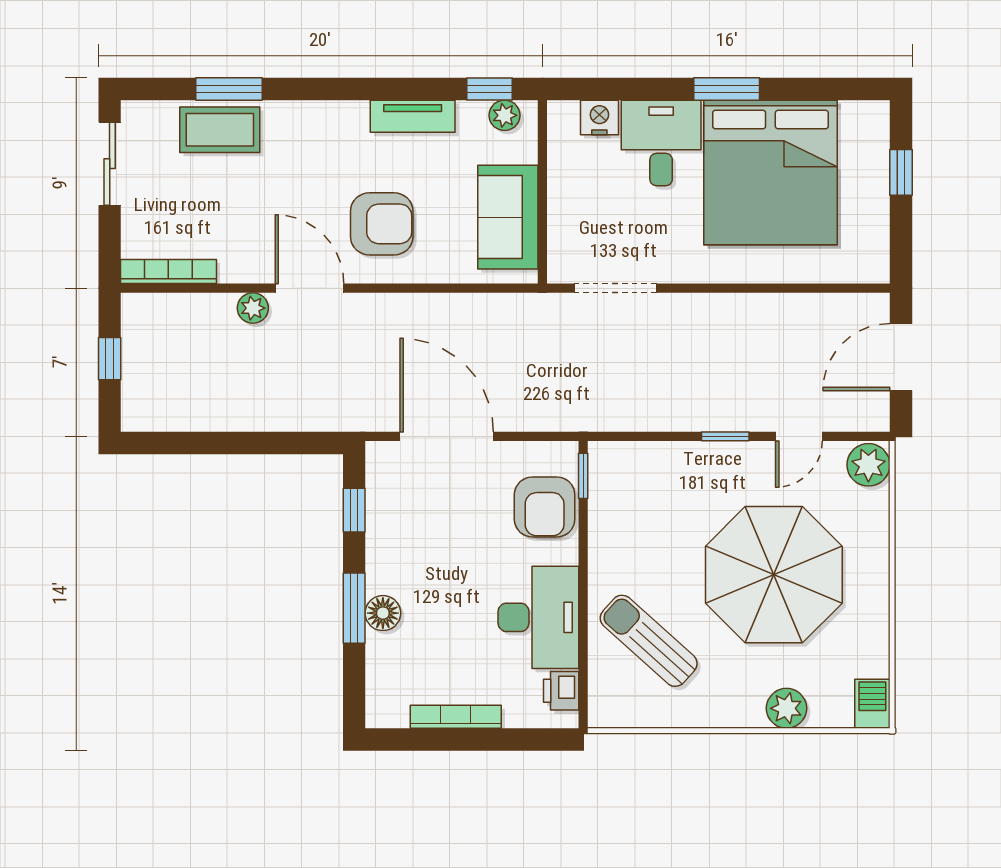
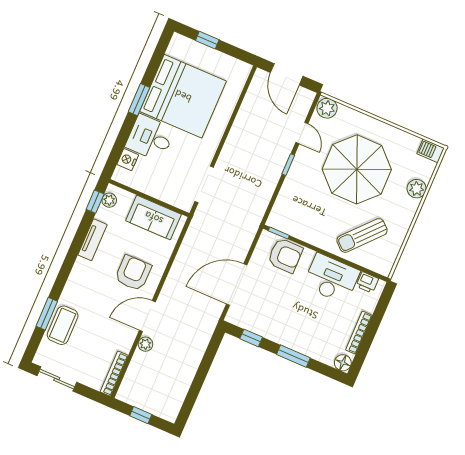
floor lamp: (383, 613) -> (343, 363), moved

